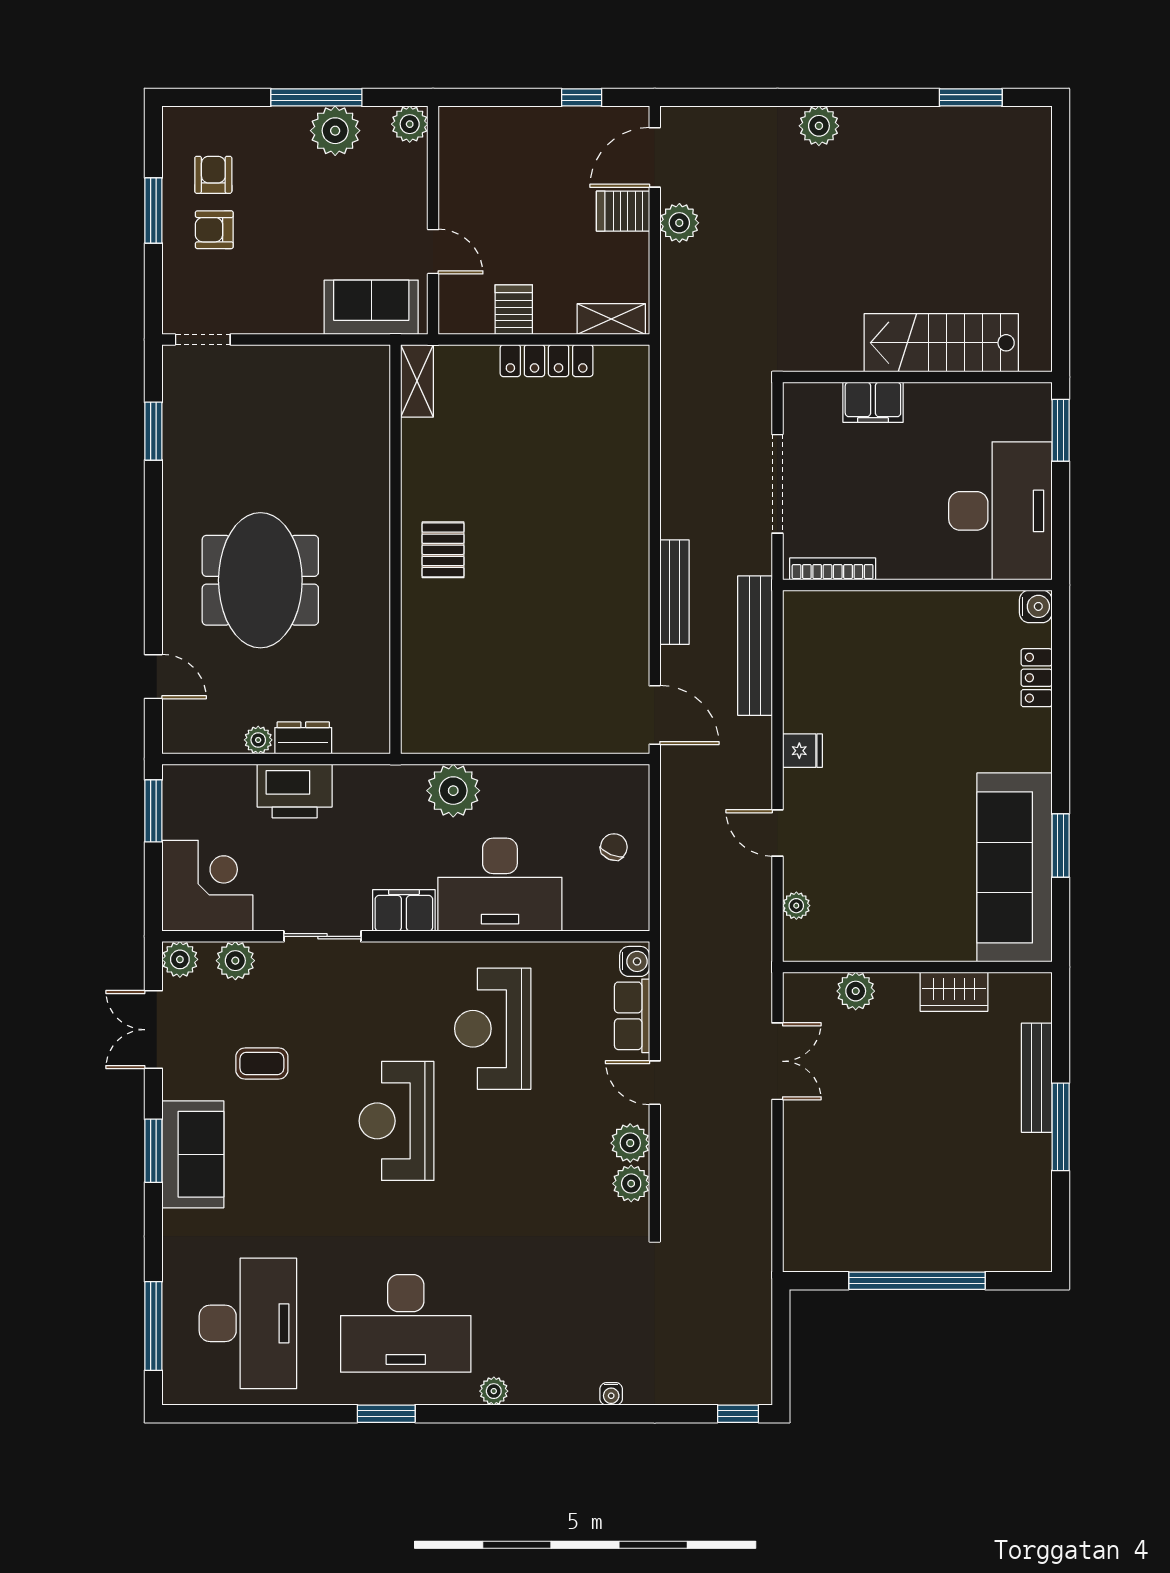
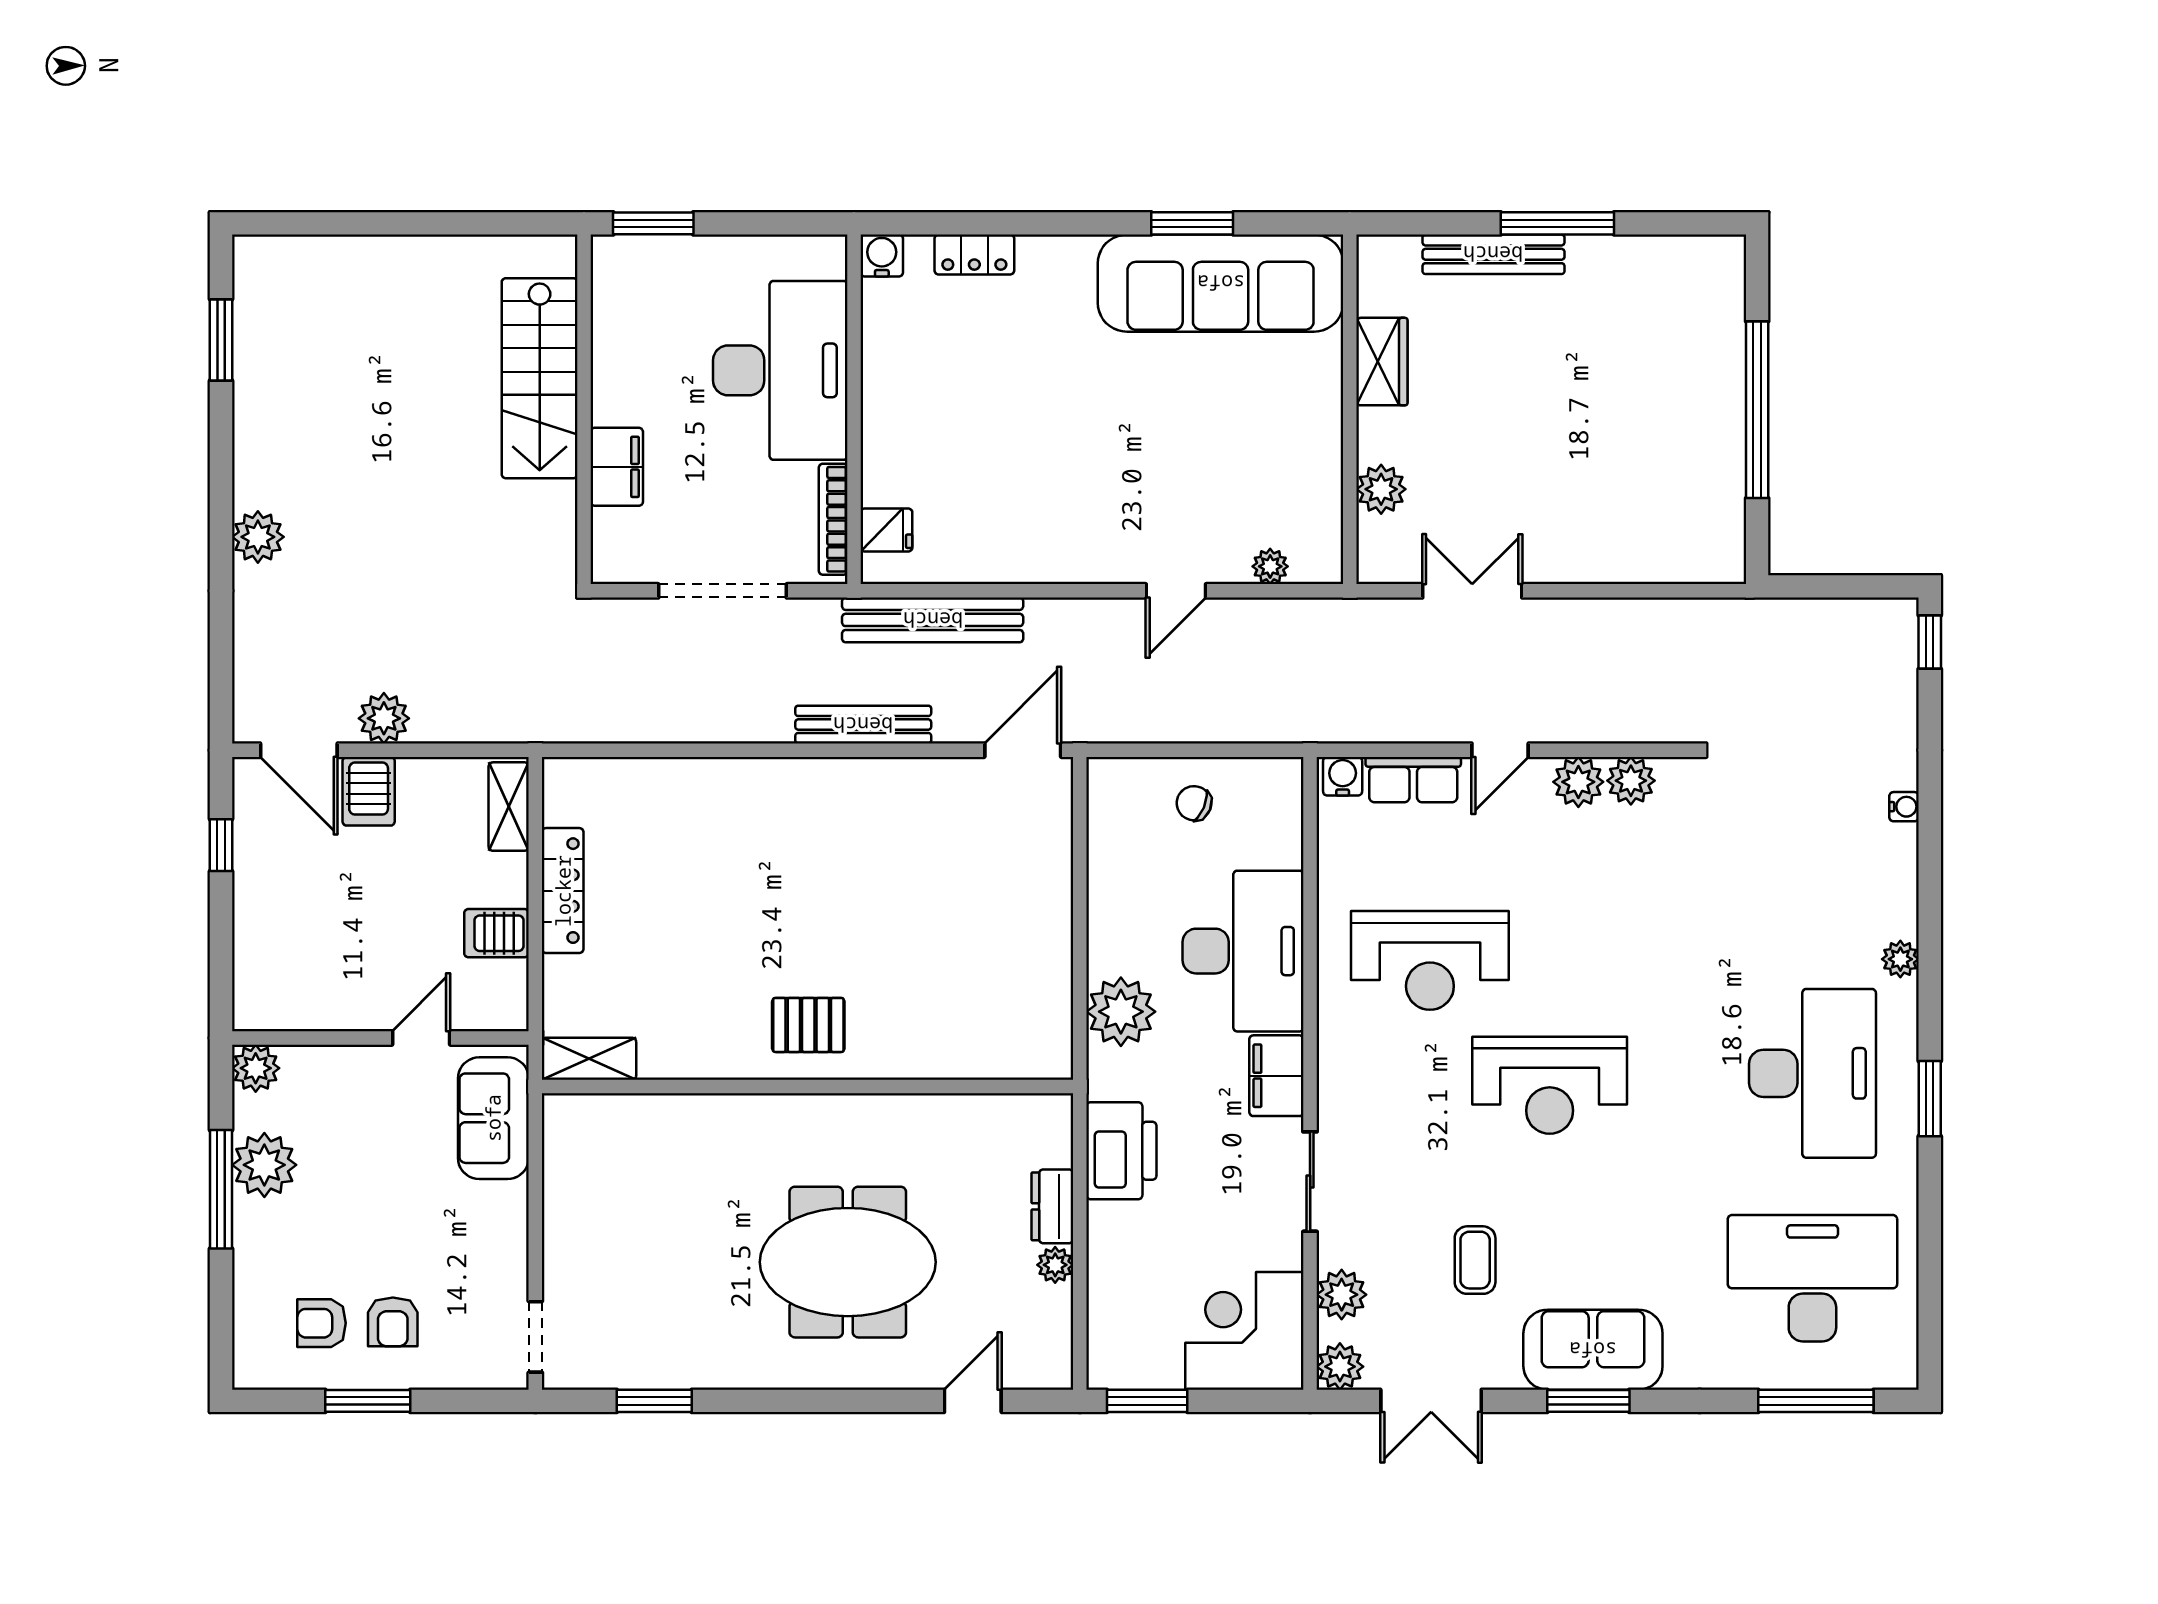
desk: (1000, 511) -> (780, 370), moved, turned 90
fridge: (802, 751) -> (886, 530), moved, turned 90
printer: (295, 791) -> (1121, 1151), moved

